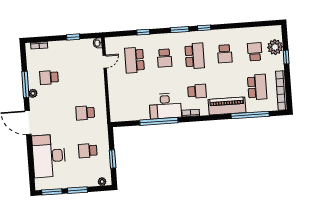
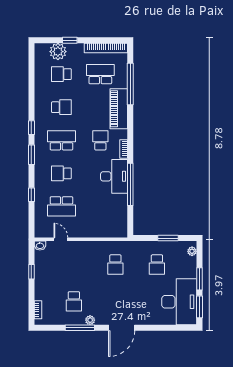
school desk: (165, 58) -> (61, 173), turned 180
desk: (49, 156) -> (179, 302), moved, turned -90

